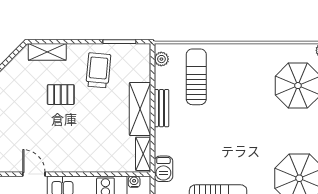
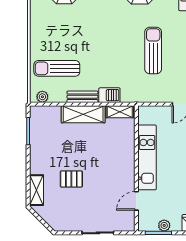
trolley: (98, 70) -> (52, 148), removed
pallet: (61, 95) -> (71, 179), turned 90
barbecue: (163, 169) -> (109, 95), moved
water cooler: (134, 182) -> (143, 119), removed

